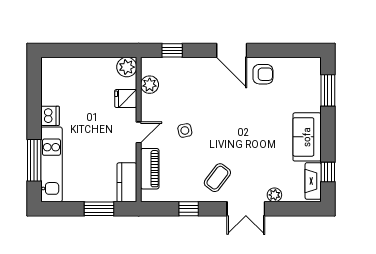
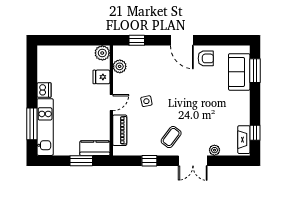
sofa: (307, 137) -> (239, 72), moved
kitchen counter: (127, 182) -> (95, 148), moved, turned 90

